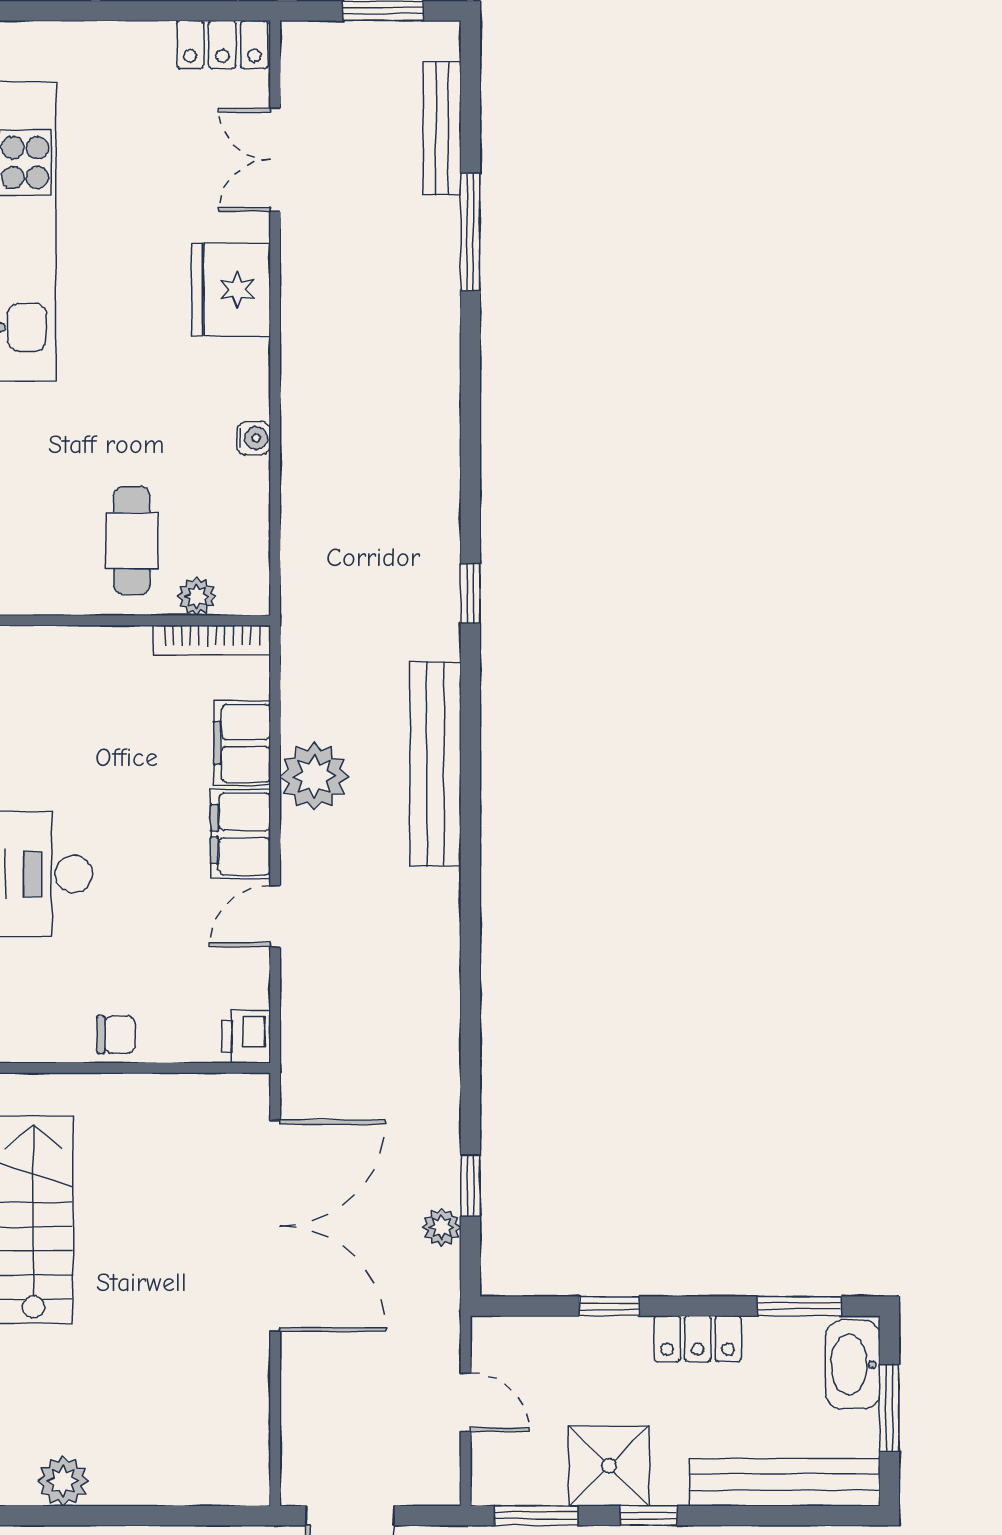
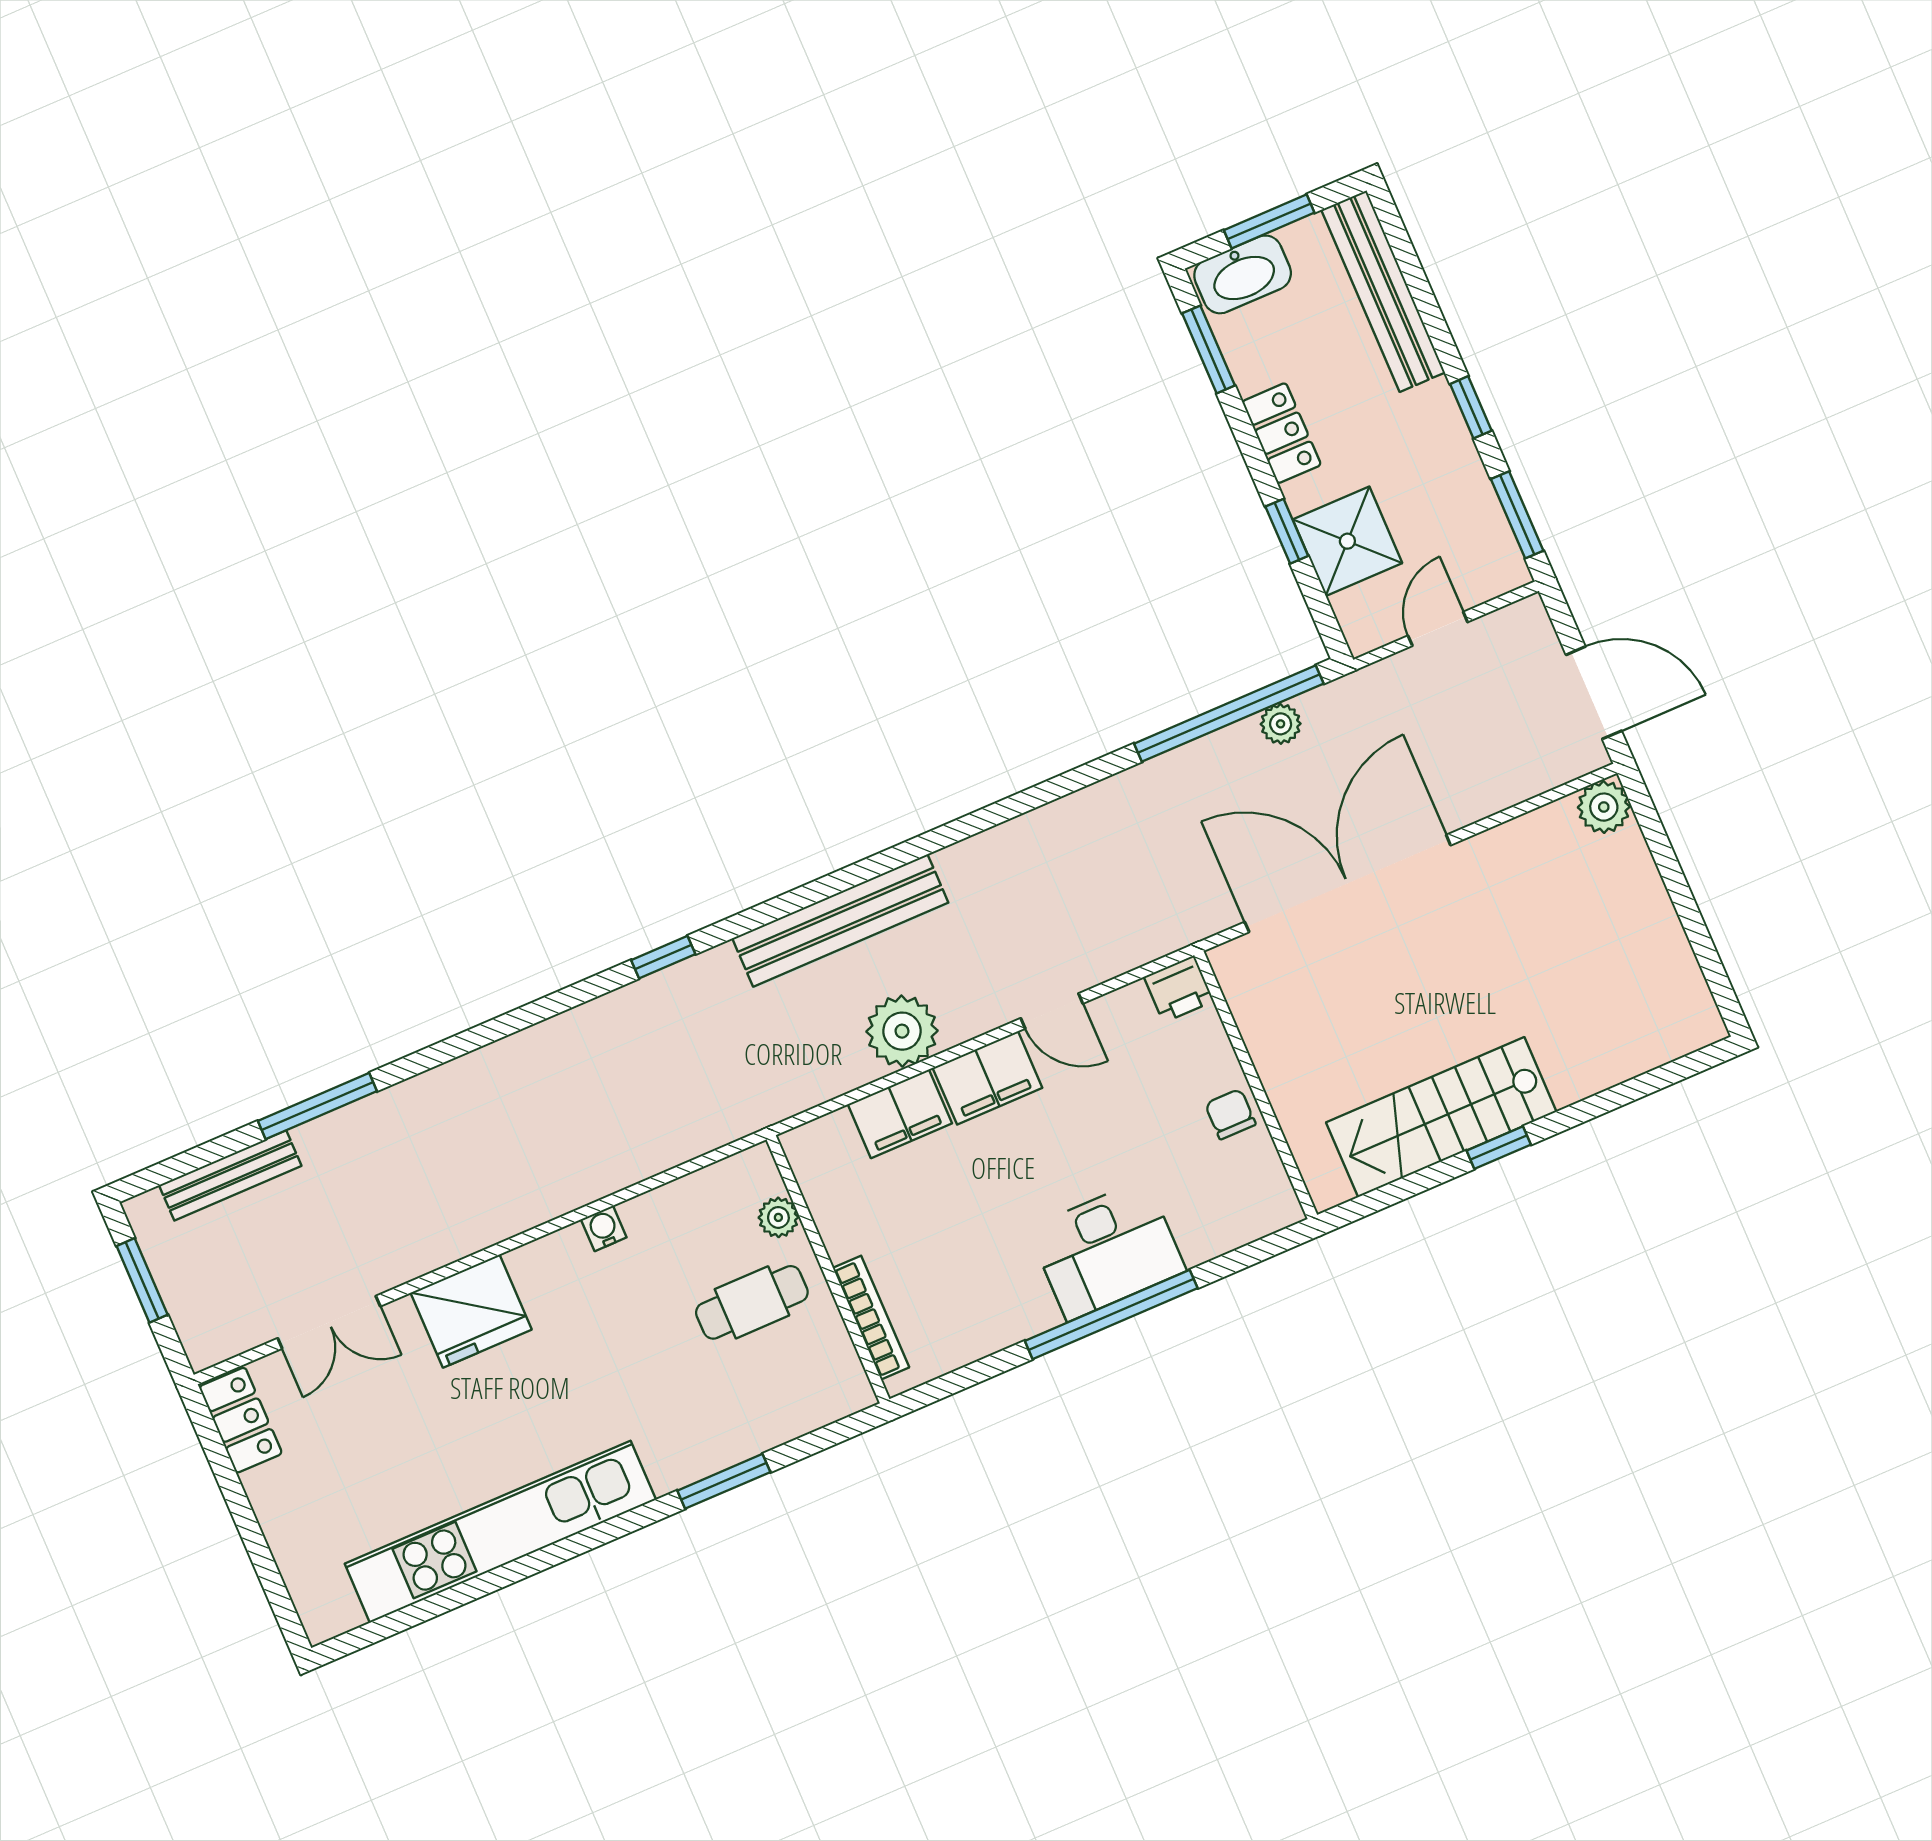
bookcase: (212, 640) -> (871, 1318), moved
window: (470, 1186) -> (1229, 714), width x3.17
shower: (609, 1466) -> (1347, 541), moved
plant: (63, 1481) -> (1604, 807), moved

